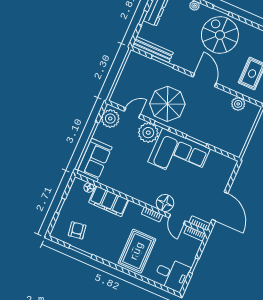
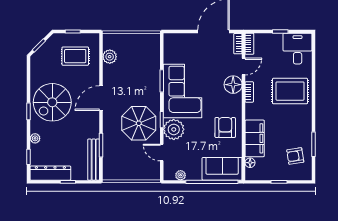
plant: (110, 119) -> (181, 175), width x0.53, depth x0.53
armchair: (130, 179) -> (225, 127), added

